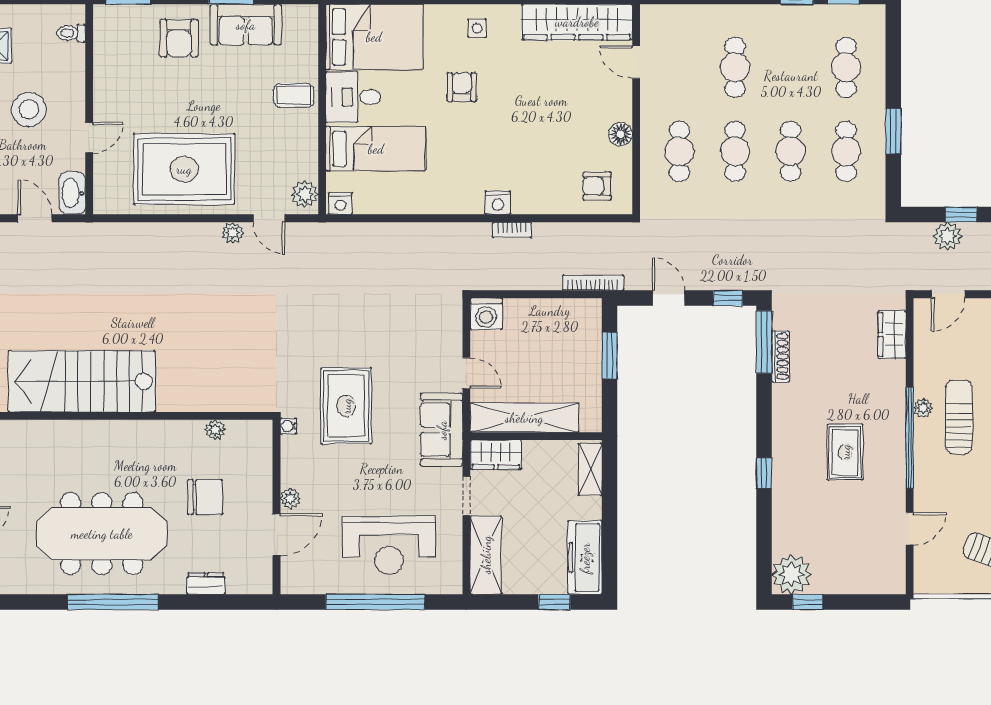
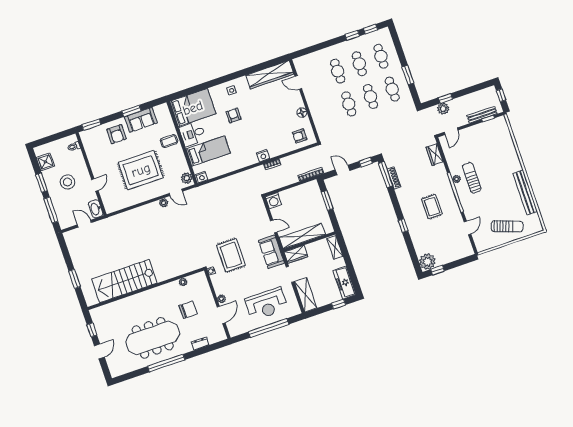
cafe table: (679, 151) -> (359, 64), moved
rug: (184, 169) -> (141, 170), moved

